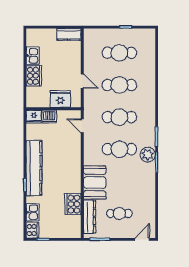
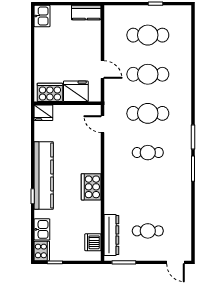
kitchen sink: (33, 56) -> (42, 16), moved
cooker: (34, 76) -> (50, 92), moved, turned -90
dishwasher: (49, 117) -> (93, 242), moved, turned 90
cafe table: (119, 149) -> (148, 153), width x0.73, depth x0.74
plant: (148, 155) -> (182, 159), removed
booth: (95, 182) -> (118, 193), removed
cooker: (73, 204) -> (91, 187), moved
door: (142, 239) -> (175, 262), swing flipped

